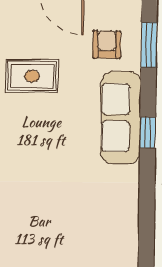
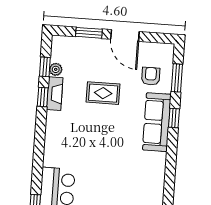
window: (148, 133) -> (174, 118), moved

